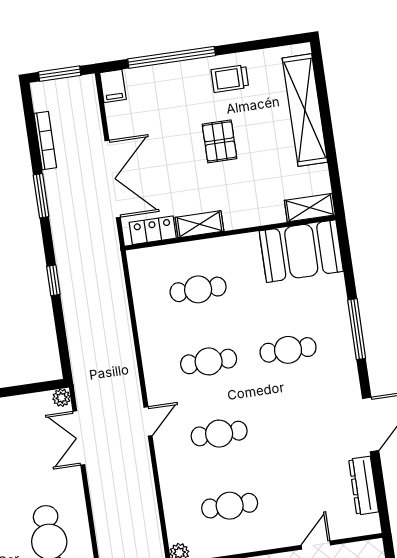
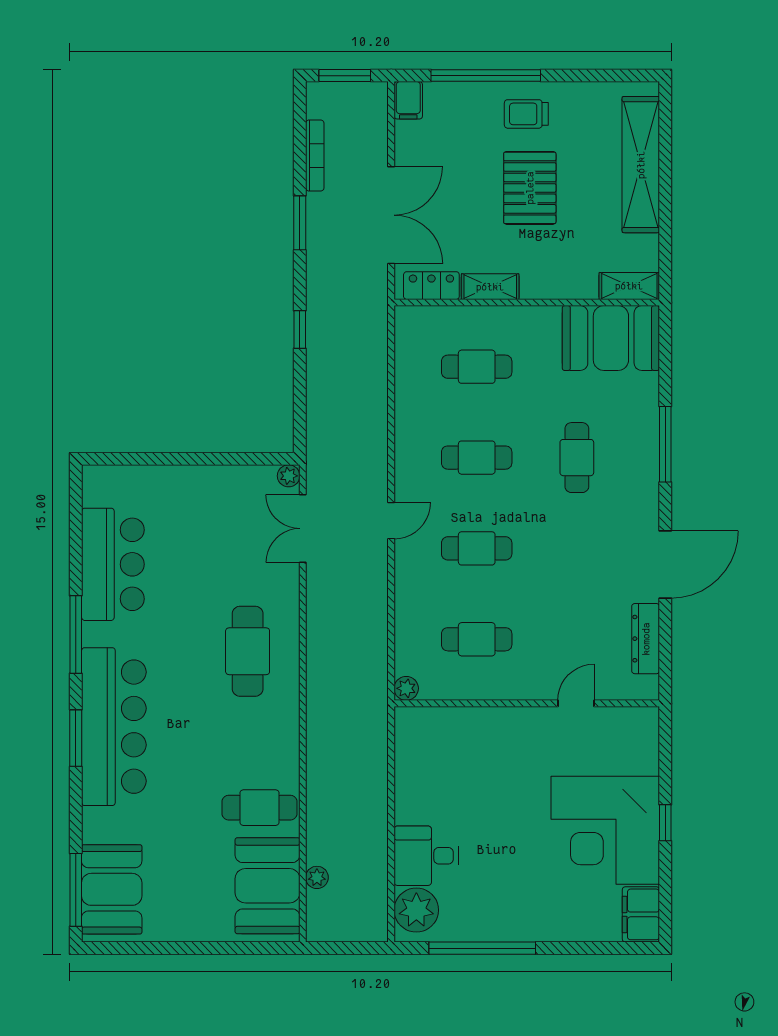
trolley: (230, 79) -> (526, 114), moved
pallet: (220, 141) -> (530, 188), width x1.50, depth x1.42
cafe table: (288, 350) -> (577, 458), turned 90

